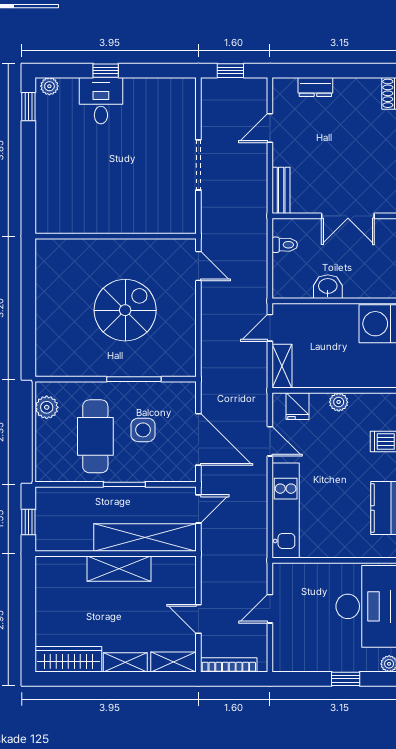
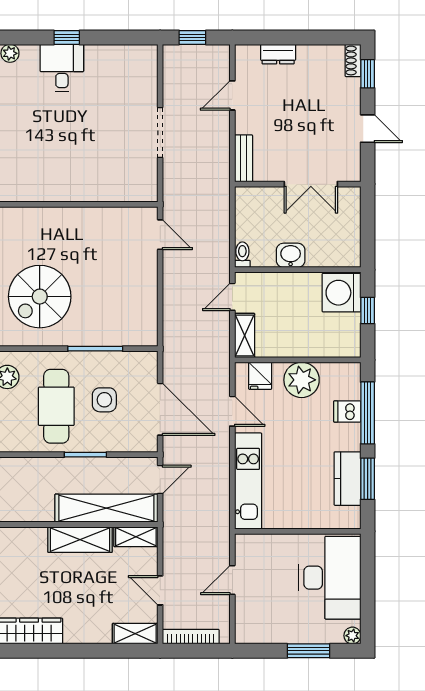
toilet: (285, 245) -> (242, 255), moved, turned -90
spiral stairs: (125, 310) -> (40, 297), moved, turned 180
plant: (339, 402) -> (302, 380), width x1.88, depth x1.88
shelving: (125, 662) -> (136, 537), moved
window: (346, 679) -> (309, 651), width x1.50

